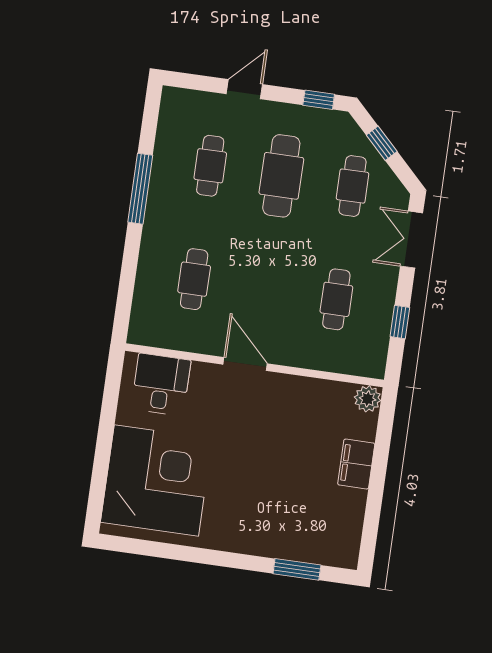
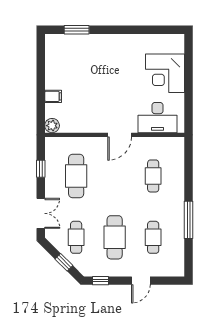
cafe table: (336, 299) -> (76, 176), width x1.37, depth x1.35
door: (245, 364) -> (120, 135), hinge flipped
desk: (161, 384) -> (157, 118), width x1.37
filing cabinet: (356, 464) -> (53, 96), width x0.50
corner desk: (156, 480) -> (165, 73), width x0.74, depth x0.74

